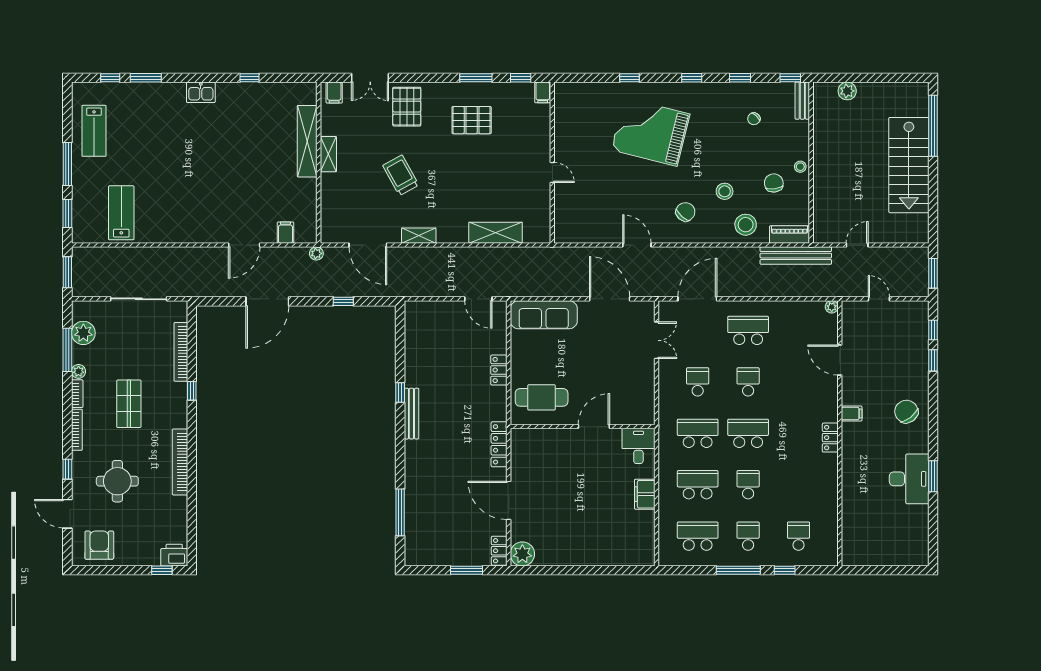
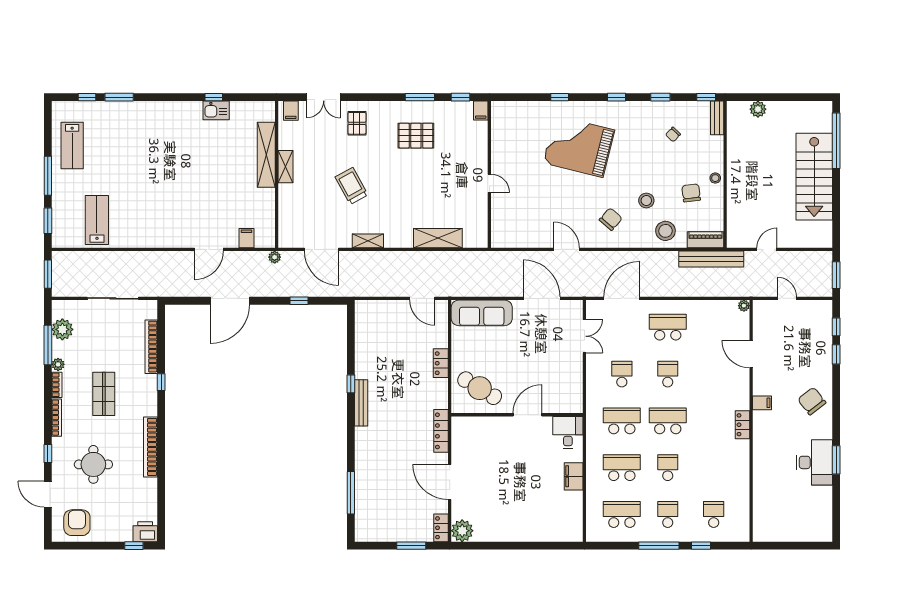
kitchen sink: (201, 92) -> (216, 110), moved
pallet: (407, 107) -> (357, 123), width x0.67, depth x0.71
cafe table: (542, 397) -> (480, 388), turned 31

